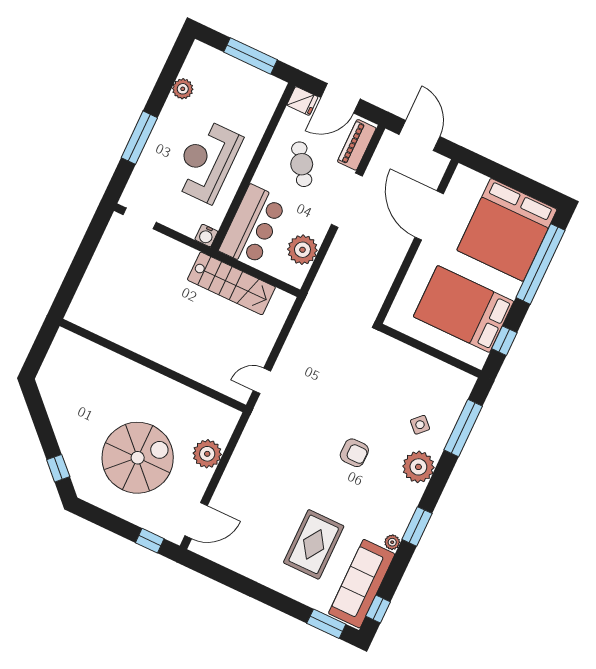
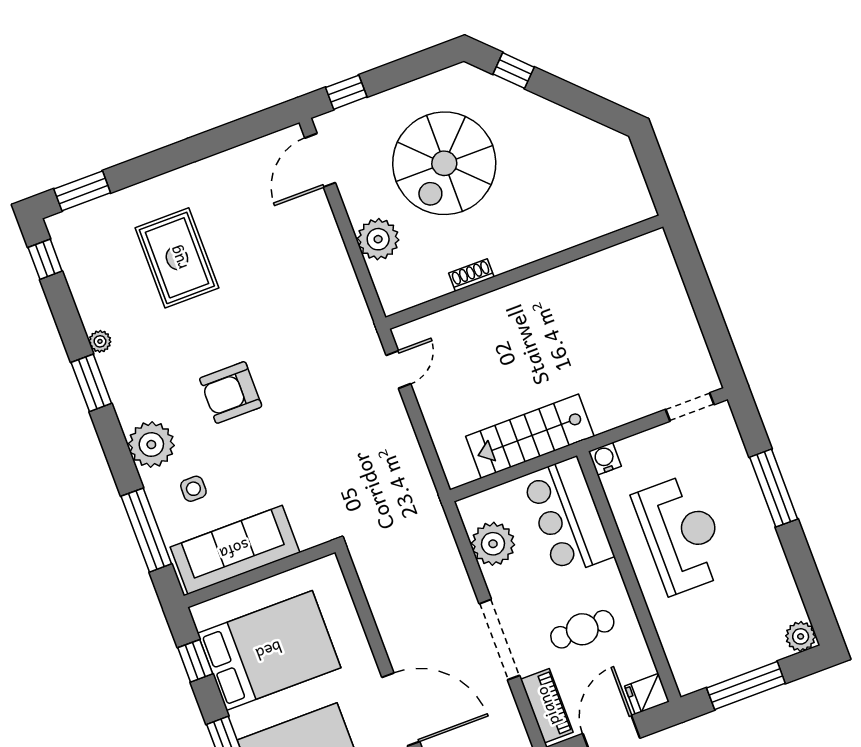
plant: (183, 89) -> (801, 636), moved
cafe table: (302, 164) -> (582, 629), turned -56
shoe rack: (180, 390) -> (471, 275), added
side table: (420, 425) -> (193, 489), turned 45
armchair: (354, 453) -> (231, 392), width x1.38, depth x1.38
sofa: (362, 584) -> (235, 550), moved, turned -90

